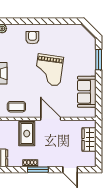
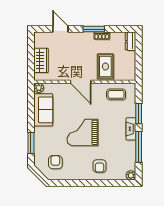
armchair: (75, 41) -> (55, 162), added
grand piano: (49, 70) -> (82, 132), turned -98
plant: (91, 113) -> (39, 88), added

